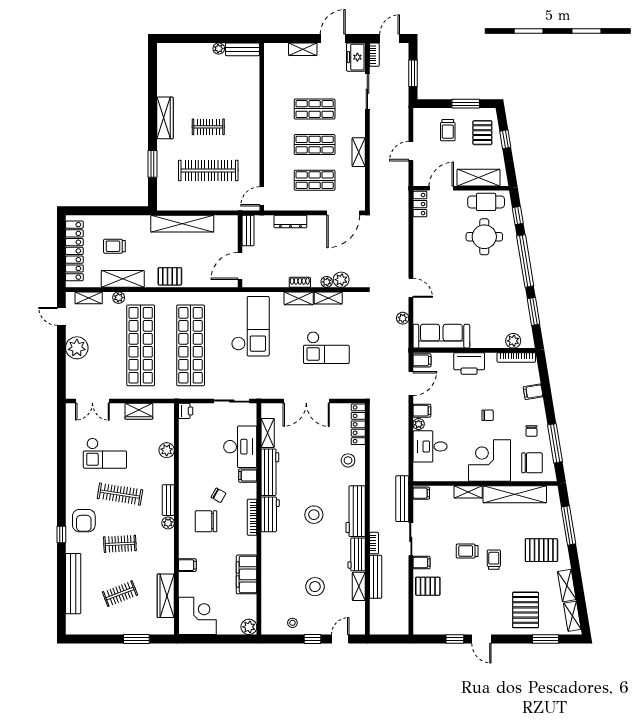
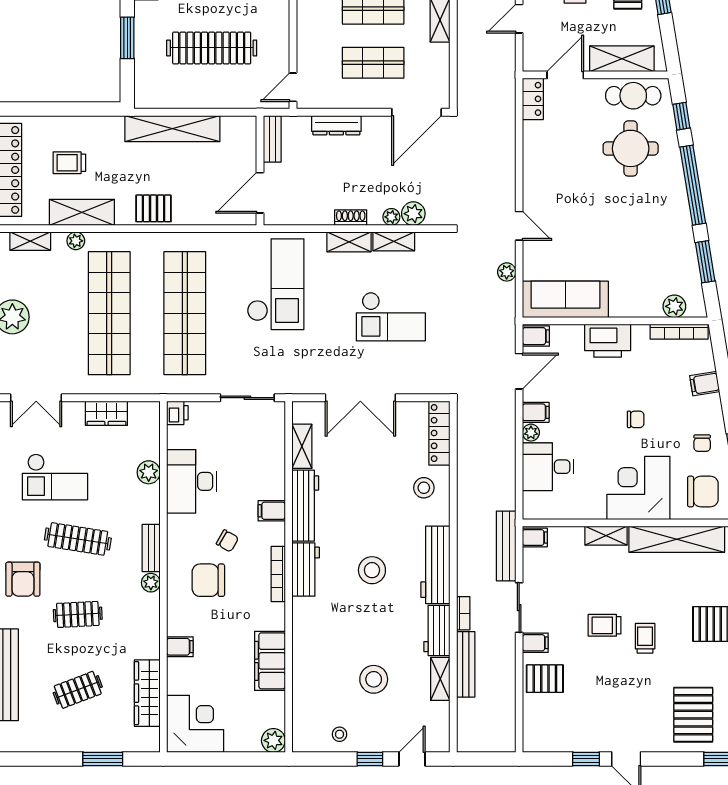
desk: (240, 447) -> (192, 481), moved, turned 180

